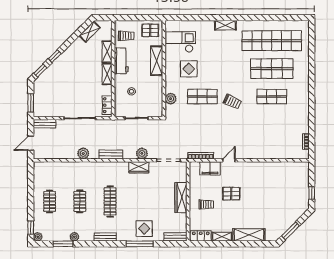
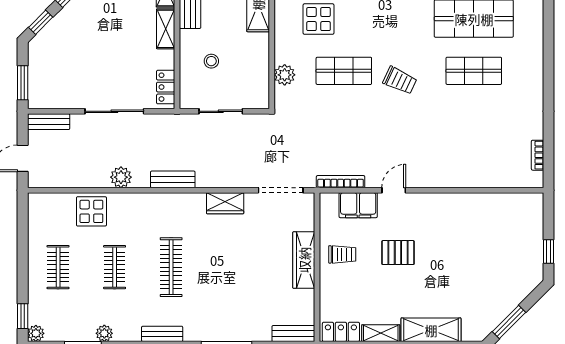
plant: (142, 153) -> (231, 177), removed
trolley: (206, 204) -> (342, 254), moved
display table: (144, 229) -> (91, 211), moved

